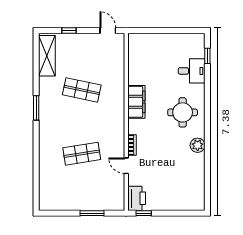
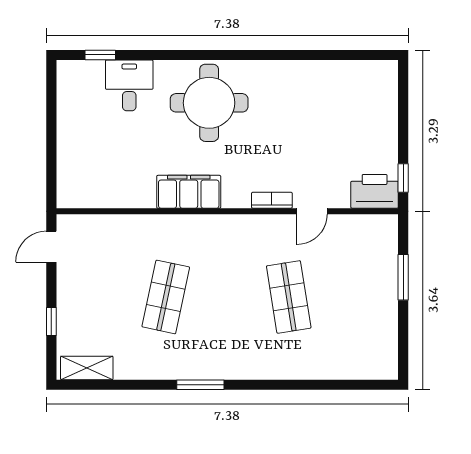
shelving: (47, 56) -> (87, 368), width x0.67, depth x0.75
round table: (183, 112) -> (209, 103), width x1.36, depth x1.36
plant: (198, 145) -> (272, 74), removed

